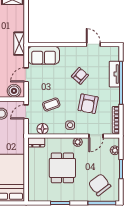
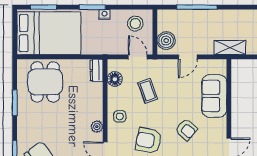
sofa: (44, 55) -> (214, 96), moved
door: (26, 75) -> (188, 57), swing flipped
dining table: (62, 168) -> (45, 82), moved, turned 90

